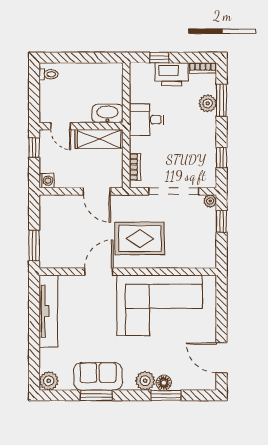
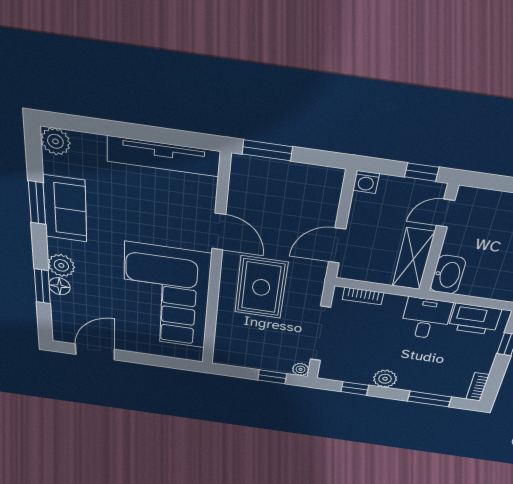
printer: (172, 74) -> (475, 319), moved, turned -90
plant: (208, 103) -> (385, 379), moved

